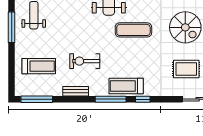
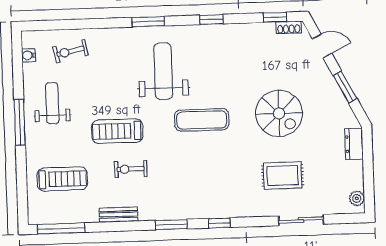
exercise bike: (85, 61) -> (131, 169), width x0.73, depth x0.72
treadmill: (126, 86) -> (117, 131), moved
window: (111, 99) -> (171, 225), width x0.69

